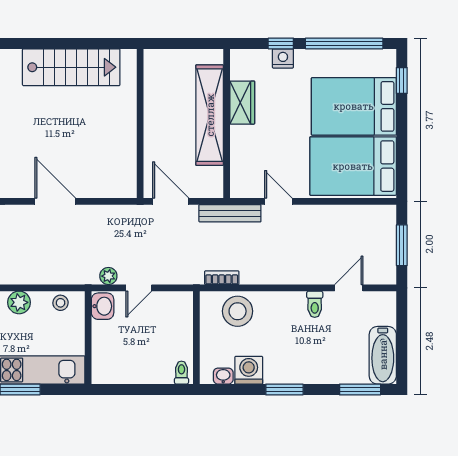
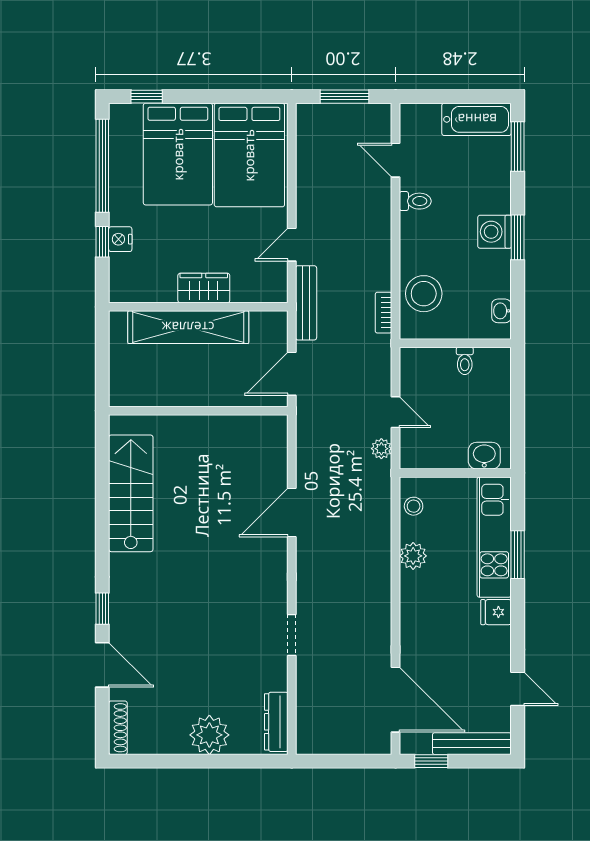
wardrobe: (242, 103) -> (204, 288), moved
washbasin: (103, 306) -> (484, 456), moved
washing machine: (249, 370) -> (494, 232), moved
toilet: (181, 373) -> (465, 361), moved, turned -90

